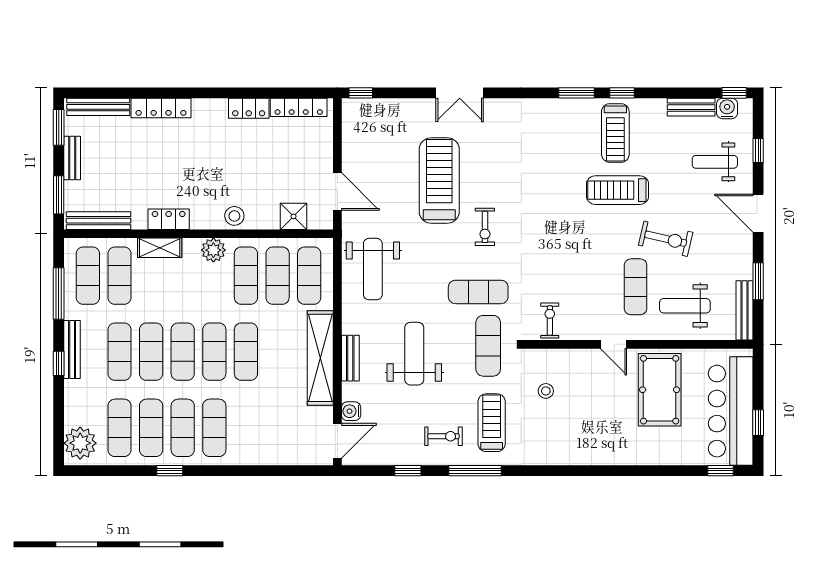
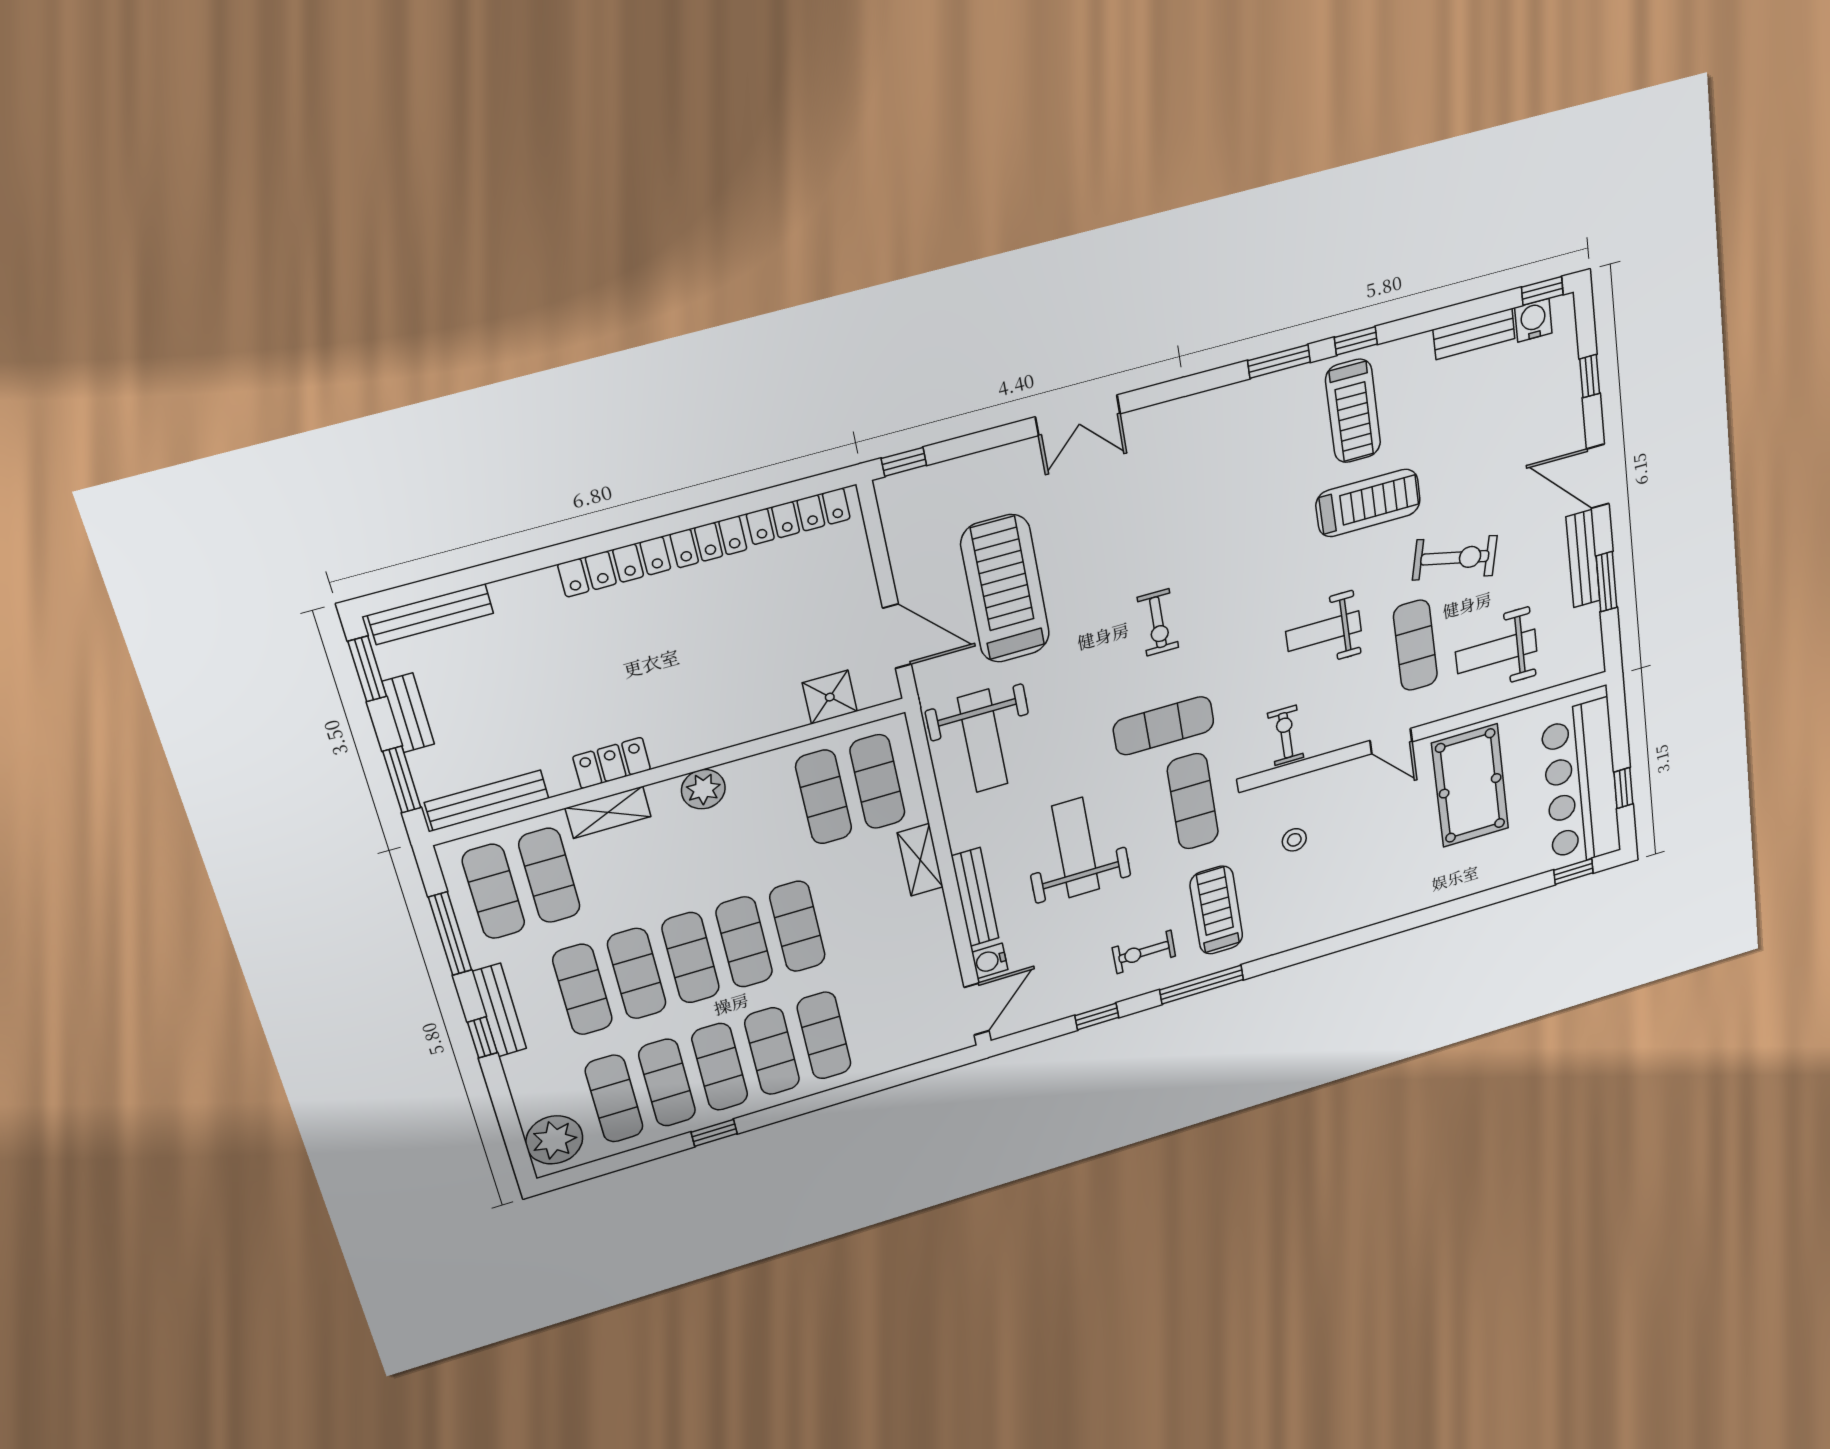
locker: (161, 108) -> (614, 567), moved
weight bench: (715, 162) -> (1323, 631), moved
treadmill: (439, 181) -> (1005, 589), moved
treadmill: (618, 190) -> (1368, 503), turned 180
stool: (234, 216) -> (726, 725), removed
exercise mat: (246, 276) -> (824, 1036), moved
bench: (744, 310) -> (1583, 559), moved
shelving: (320, 358) -> (920, 860), width x0.45, depth x0.75
bench: (350, 358) -> (975, 897), width x1.36
exercise bike: (443, 436) -> (1144, 952), turned 180

